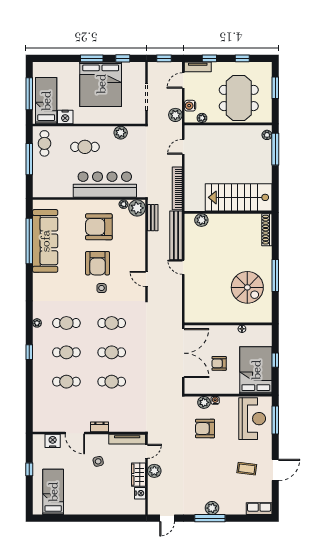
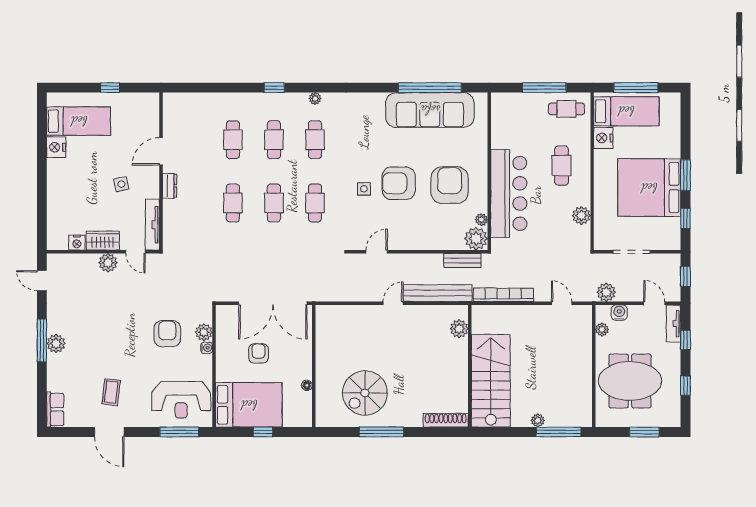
plant: (267, 135) -> (538, 420), moved
nightstand: (53, 441) -> (56, 147), moved, turned 180

